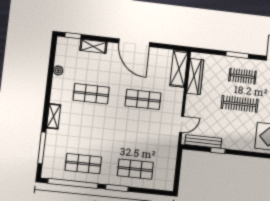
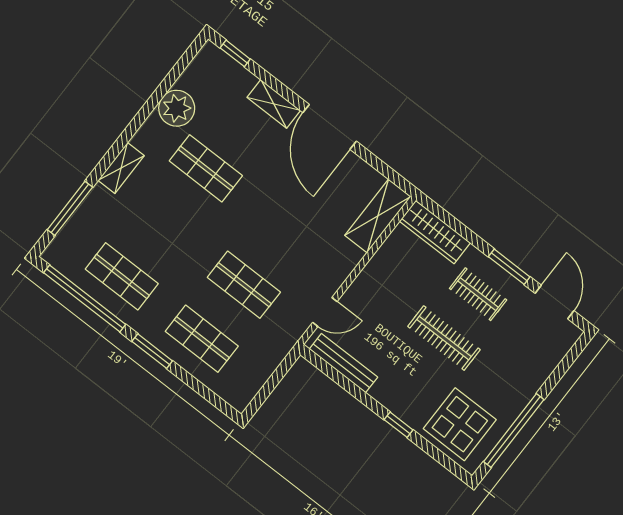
shelving: (93, 46) -> (274, 104), moved
window: (237, 55) -> (509, 267), moved
plant: (58, 70) -> (177, 108), width x1.88, depth x1.88
wardrobe: (195, 76) -> (435, 232), moved, turned 90
shop shelf: (143, 99) -> (244, 285), moved
window: (218, 151) -> (399, 425), moved

